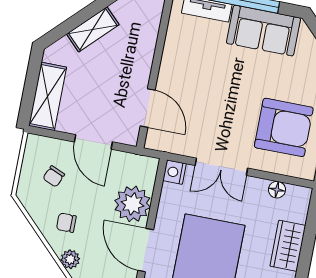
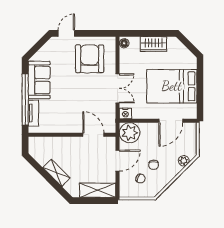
door: (148, 108) -> (93, 135), hinge flipped
floor lamp: (277, 190) -> (124, 43), moved
plant: (133, 204) -> (130, 133), moved
chair: (66, 223) -> (154, 165), moved

